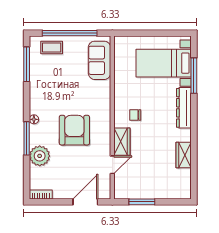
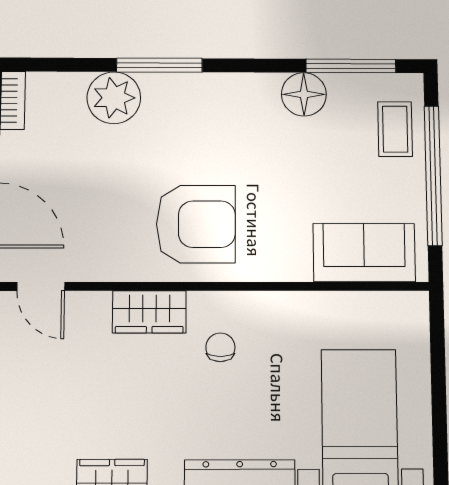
floor lamp: (34, 119) -> (304, 94), moved, width x1.89, depth x1.89
armchair: (74, 130) -> (196, 224), moved
door: (112, 165) -> (41, 286), moved

